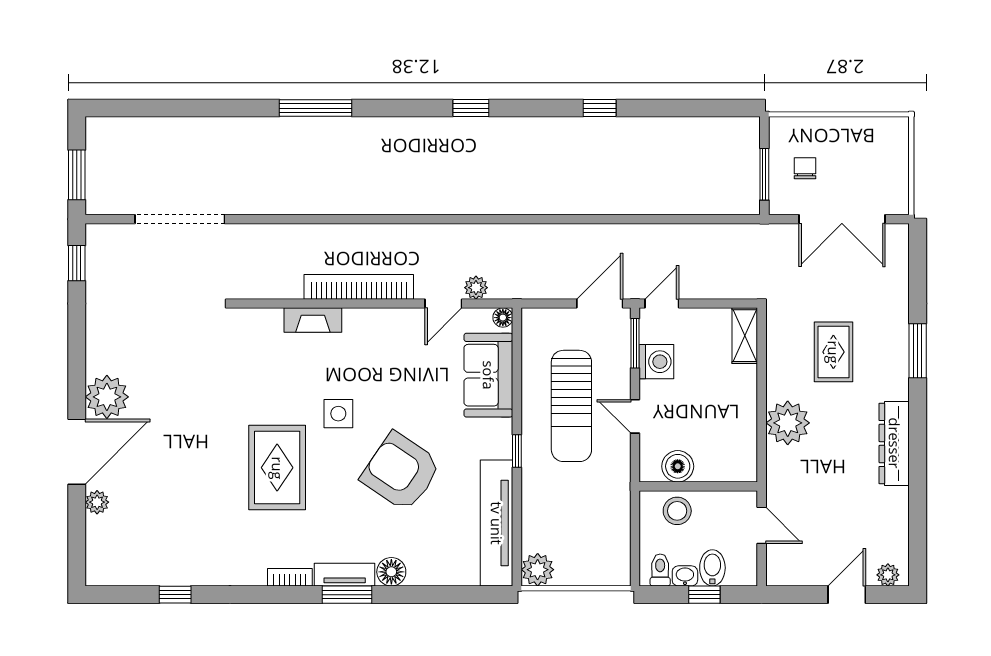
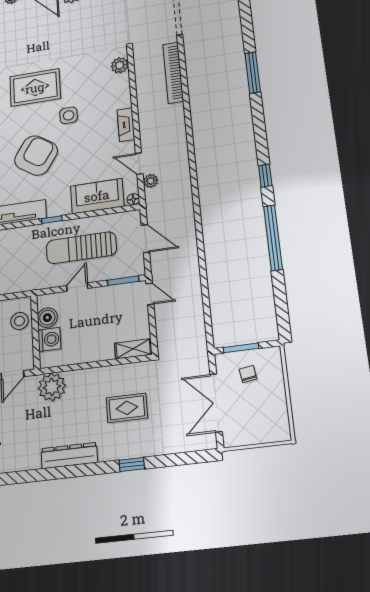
window: (471, 108) -> (265, 176), moved
window: (600, 108) -> (273, 238), width x3.17
chair: (805, 168) -> (248, 374), turned -99
bookcase: (359, 287) -> (173, 73), moved, turned 180
door: (600, 303) -> (145, 239), moved
fireplace: (313, 320) -> (126, 125), moved
plant: (262, 323) -> (120, 65), added
window: (918, 351) -> (132, 464), width x0.67
washing machine: (656, 362) -> (49, 339), moved, turned -90
plant: (788, 423) -> (52, 387), moved

